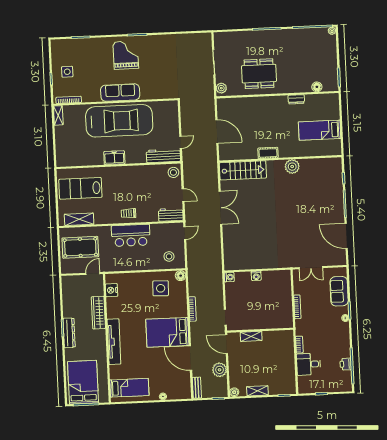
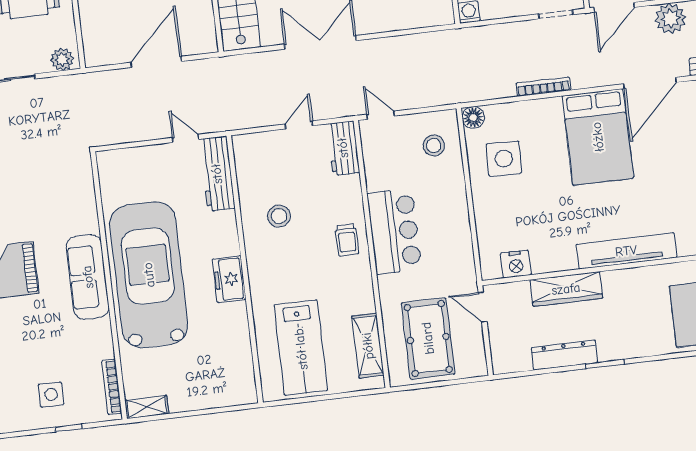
stool: (173, 172) -> (279, 216), moved
dresser: (69, 333) -> (564, 355), moved

